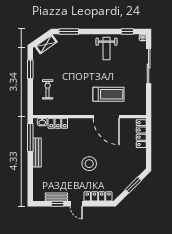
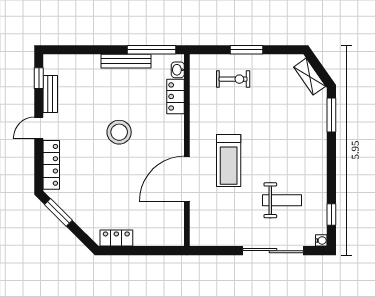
weight bench: (107, 48) -> (282, 200), moved, turned 180
window: (30, 69) -> (247, 50), moved
treadmill: (109, 94) -> (229, 160), moved
locker: (141, 134) -> (116, 238), moved, width x0.66
stool: (89, 164) -> (119, 132), moved
window: (133, 185) -> (58, 212), moved
window: (57, 204) -> (39, 78), moved

